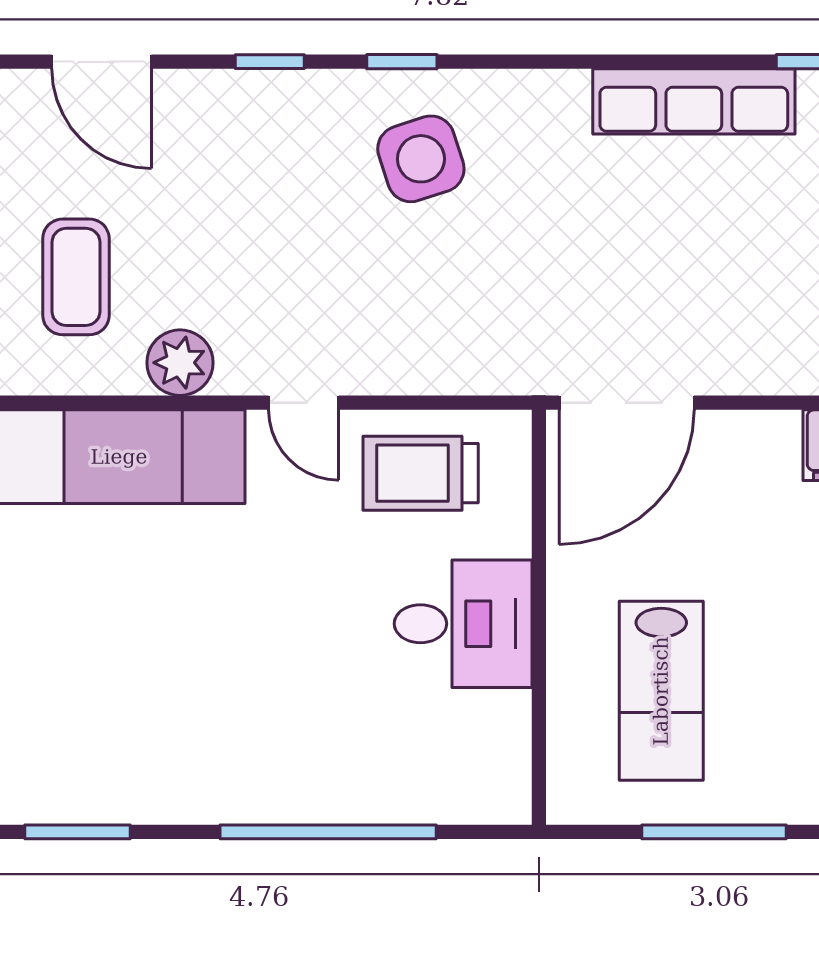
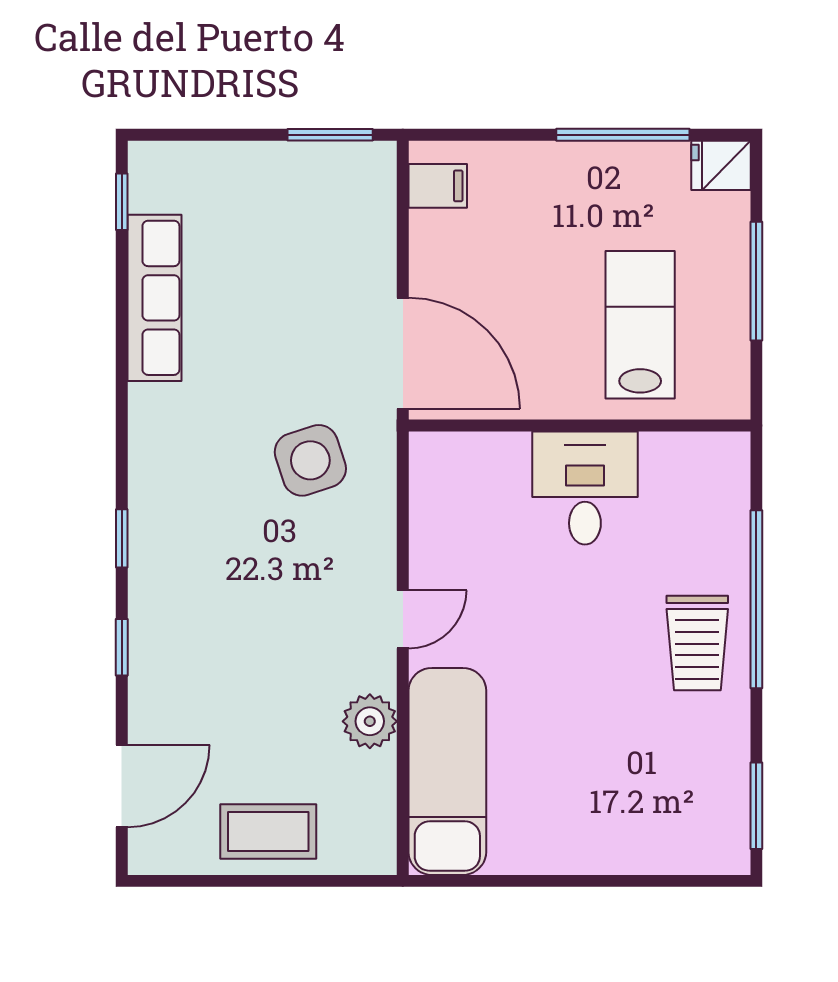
side table: (421, 159) -> (310, 460), moved
coffee table: (76, 277) -> (268, 831), moved
trolley: (421, 473) -> (697, 643), moved
lab bench: (661, 691) -> (640, 325), turned -90

